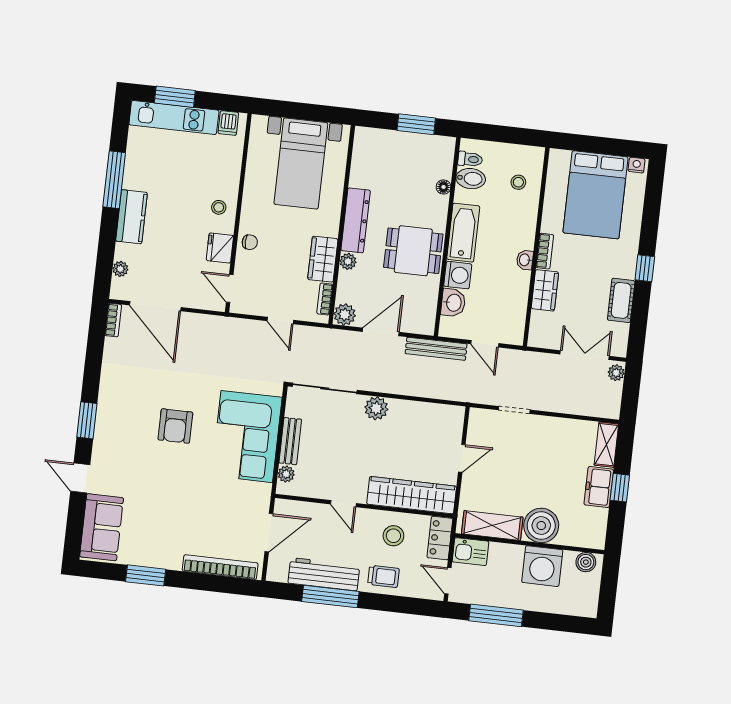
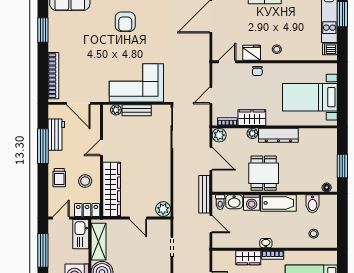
toilet: (470, 159) -> (220, 202), moved
floor lamp: (443, 187) -> (327, 187), moved
door: (485, 344) -> (211, 224), swing flipped
plant: (376, 408) -> (163, 209), moved
armchair: (175, 426) -> (125, 22), moved, turned -90
kitchen sink: (470, 552) -> (81, 234), width x1.38
workbench: (324, 574) -> (56, 135), width x0.73

